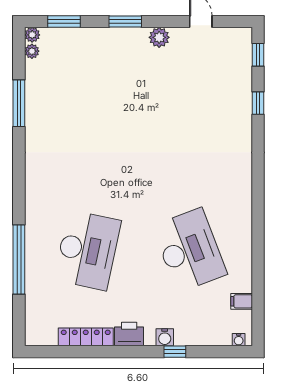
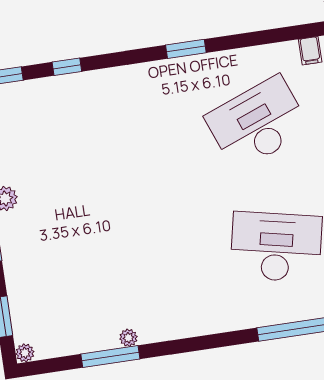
plant: (32, 51) -> (128, 338), moved
window: (258, 201) -> (186, 49), added

